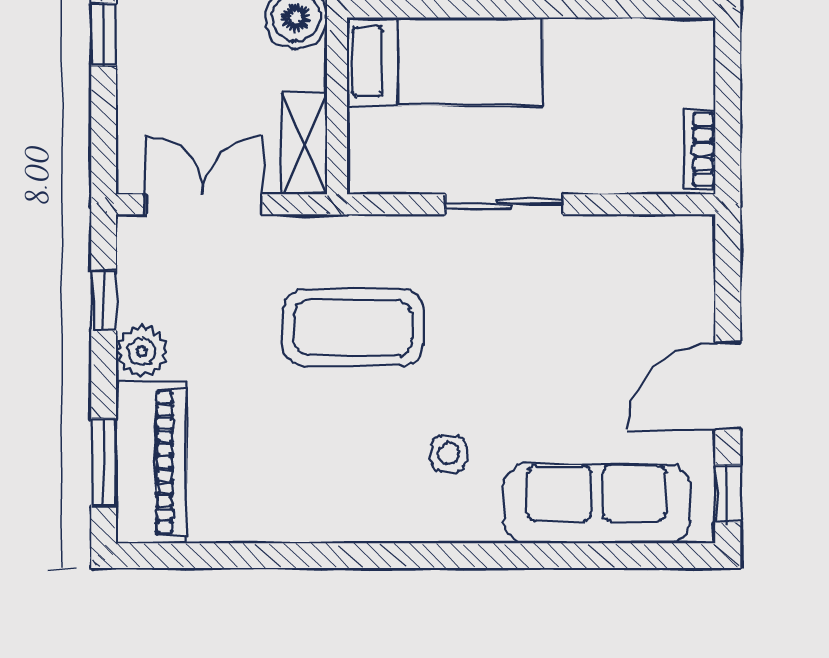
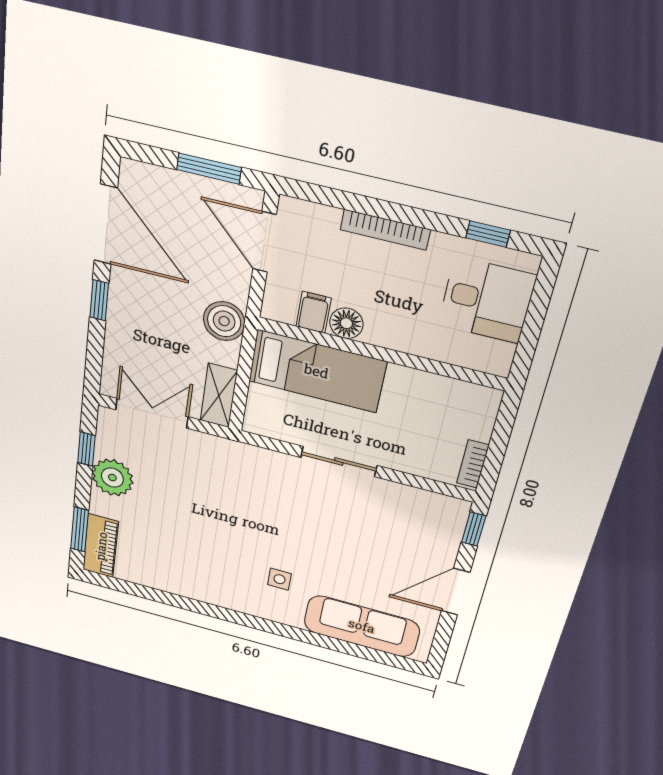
coffee table: (353, 327) -> (234, 502), removed
plant: (142, 351) -> (112, 478), width x1.36, depth x1.36
piano: (151, 462) -> (101, 546), width x0.73, depth x0.75
window: (728, 494) -> (474, 529), moved

